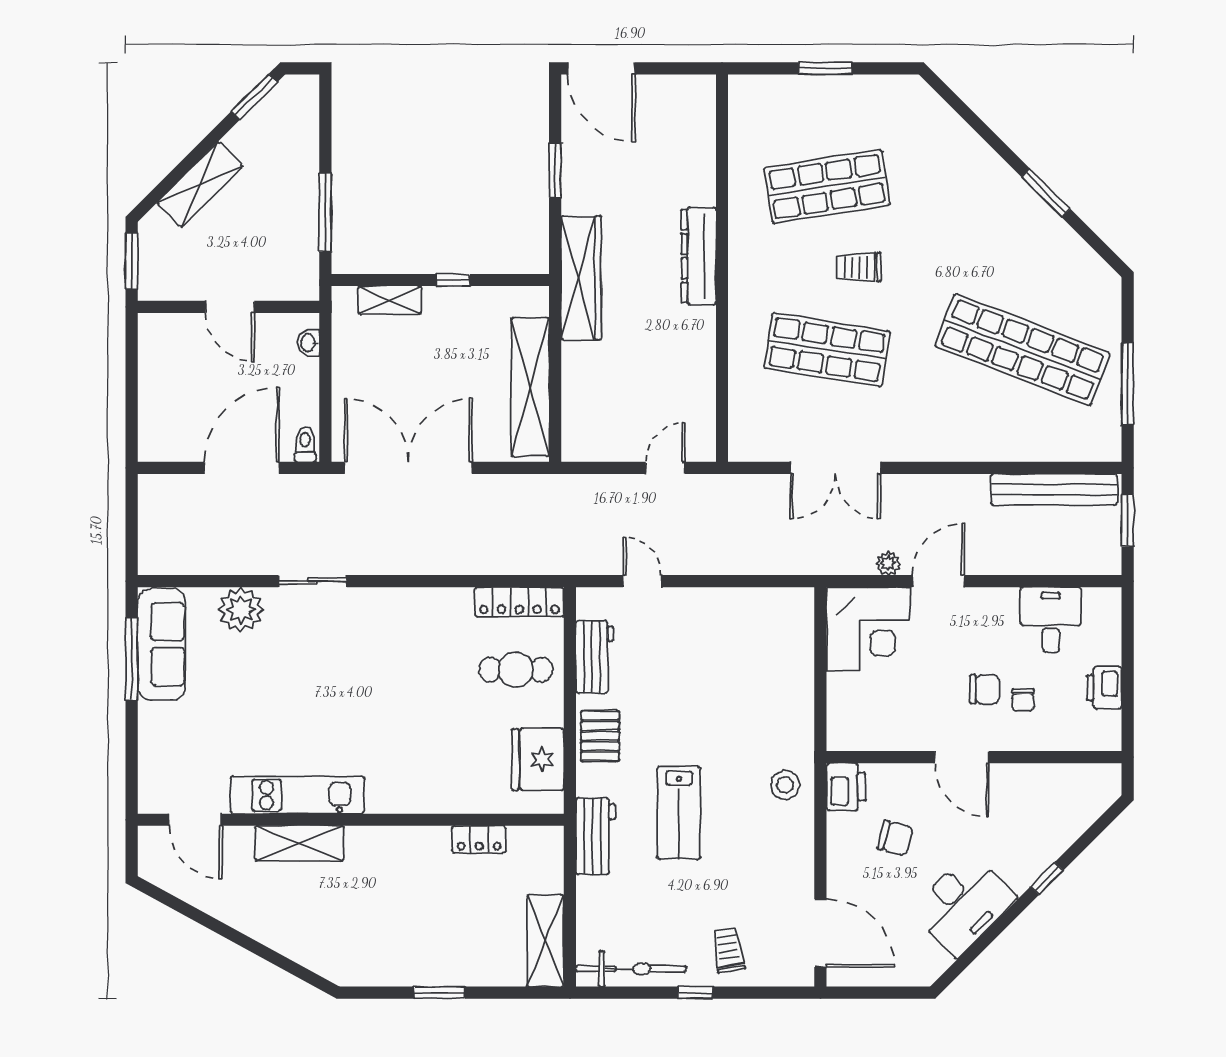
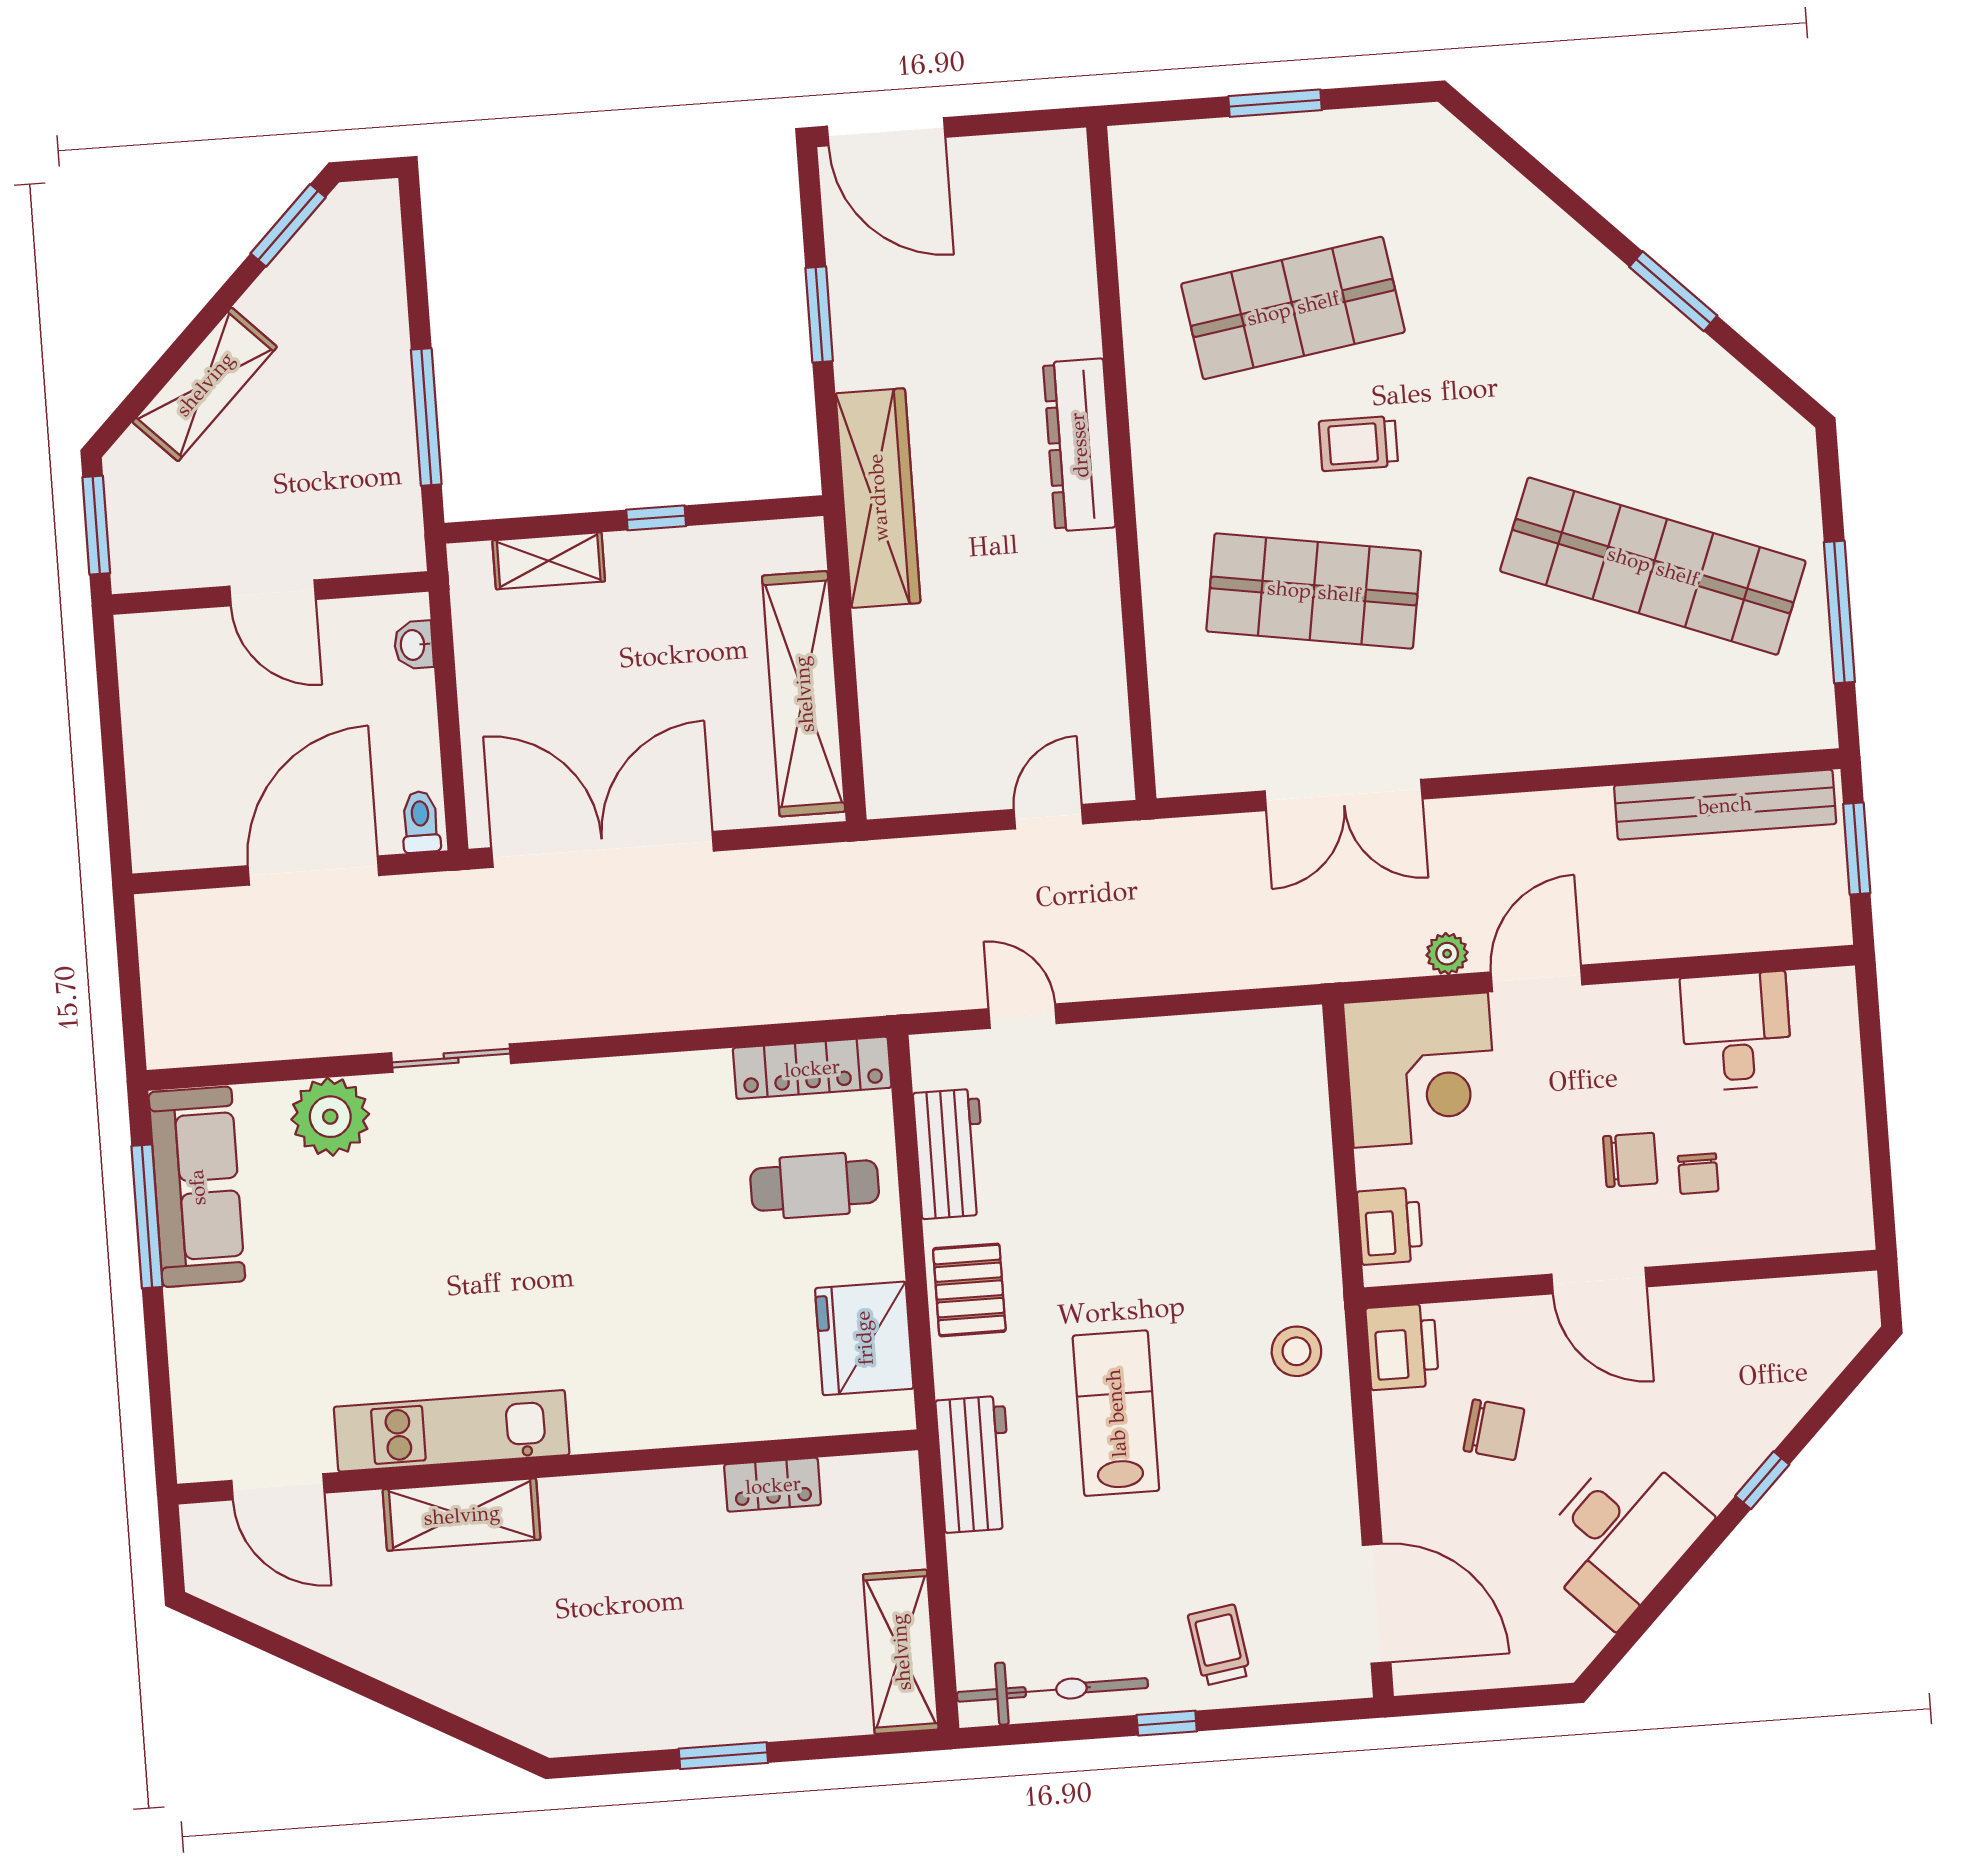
printer: (1104, 688) -> (1390, 1226), moved, turned 180
lab bench: (679, 813) -> (1116, 1413), turned 180

